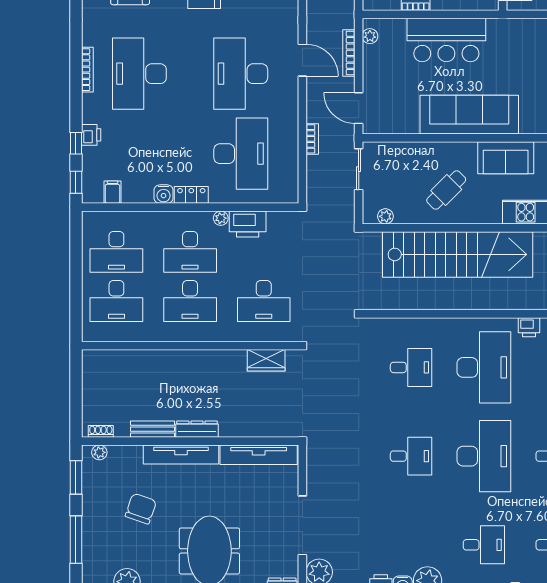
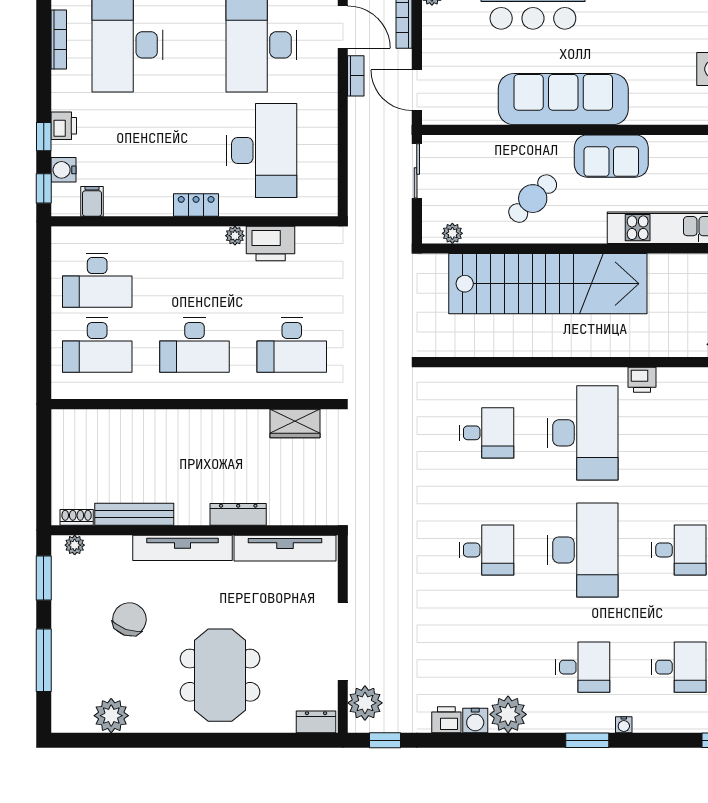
bookcase: (312, 139) -> (356, 76), moved
water cooler: (164, 194) -> (63, 170), moved, turned 90
desk: (190, 252) -> (194, 280), removed
bench: (152, 429) -> (134, 514), width x1.36
dresser: (197, 429) -> (238, 514), moved

